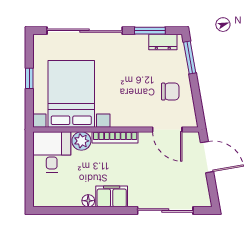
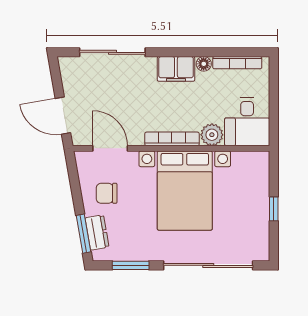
dresser: (163, 42) -> (97, 233), moved, turned 80
bed with nightstands: (71, 94) -> (185, 191), moved
bookcase: (60, 202) -> (237, 63), added

